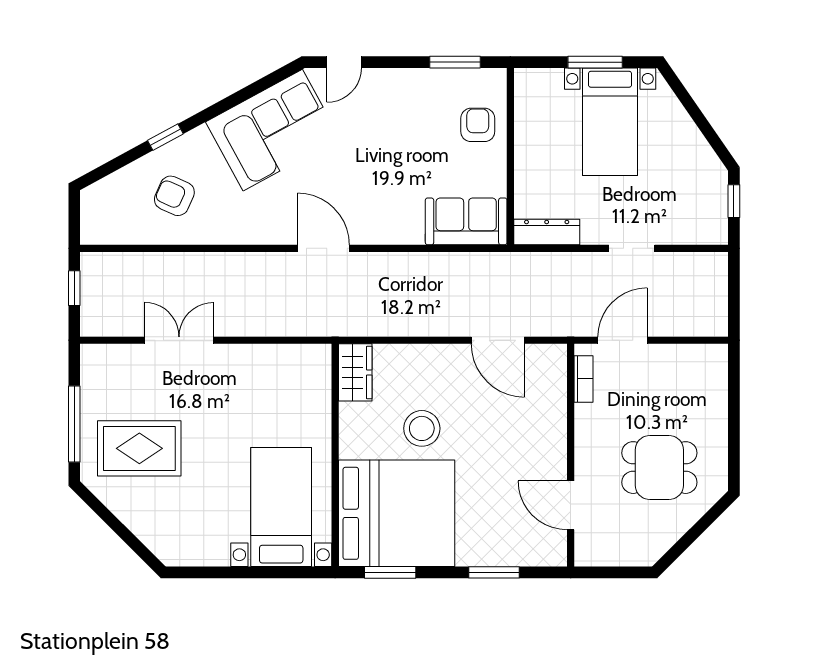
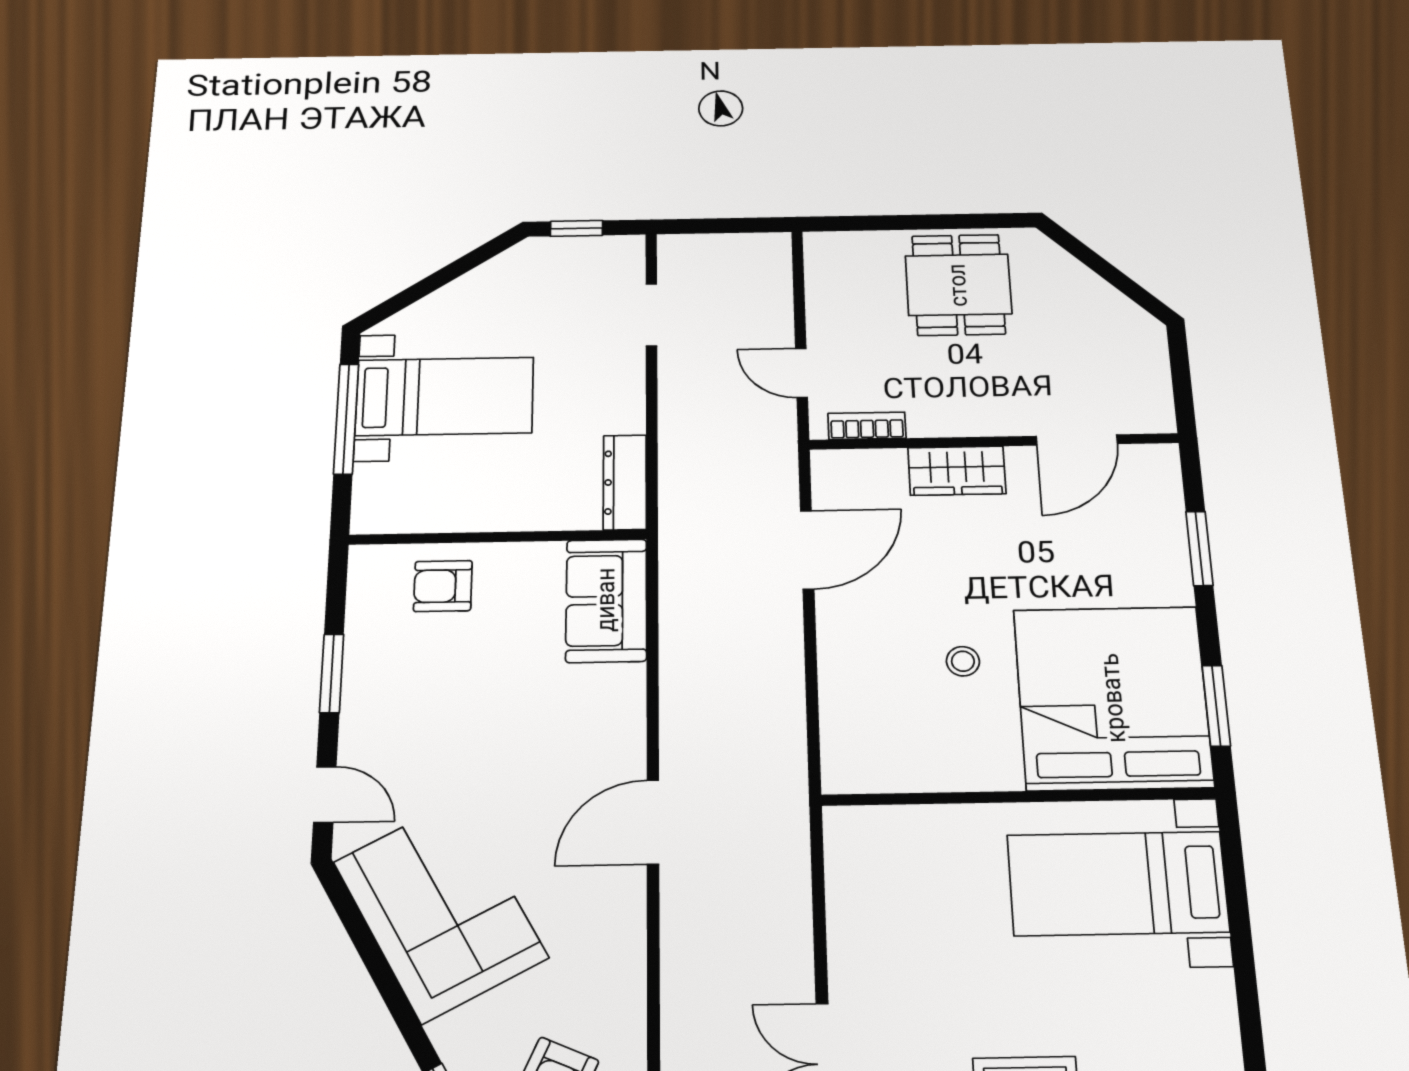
window: (455, 62) -> (332, 673), moved
window: (595, 62) -> (346, 419), width x1.44
doorway: (632, 248) -> (651, 315), moved
door: (622, 340) -> (801, 373), width x0.73
wardrobe: (355, 372) -> (957, 471), moved, turned 180
stool: (422, 428) -> (963, 661), width x0.53, depth x0.53
dining table: (659, 468) -> (958, 285), moved

